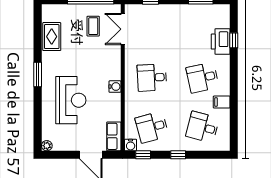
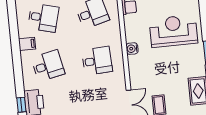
reception desk: (71, 100) -> (173, 31), turned 90

